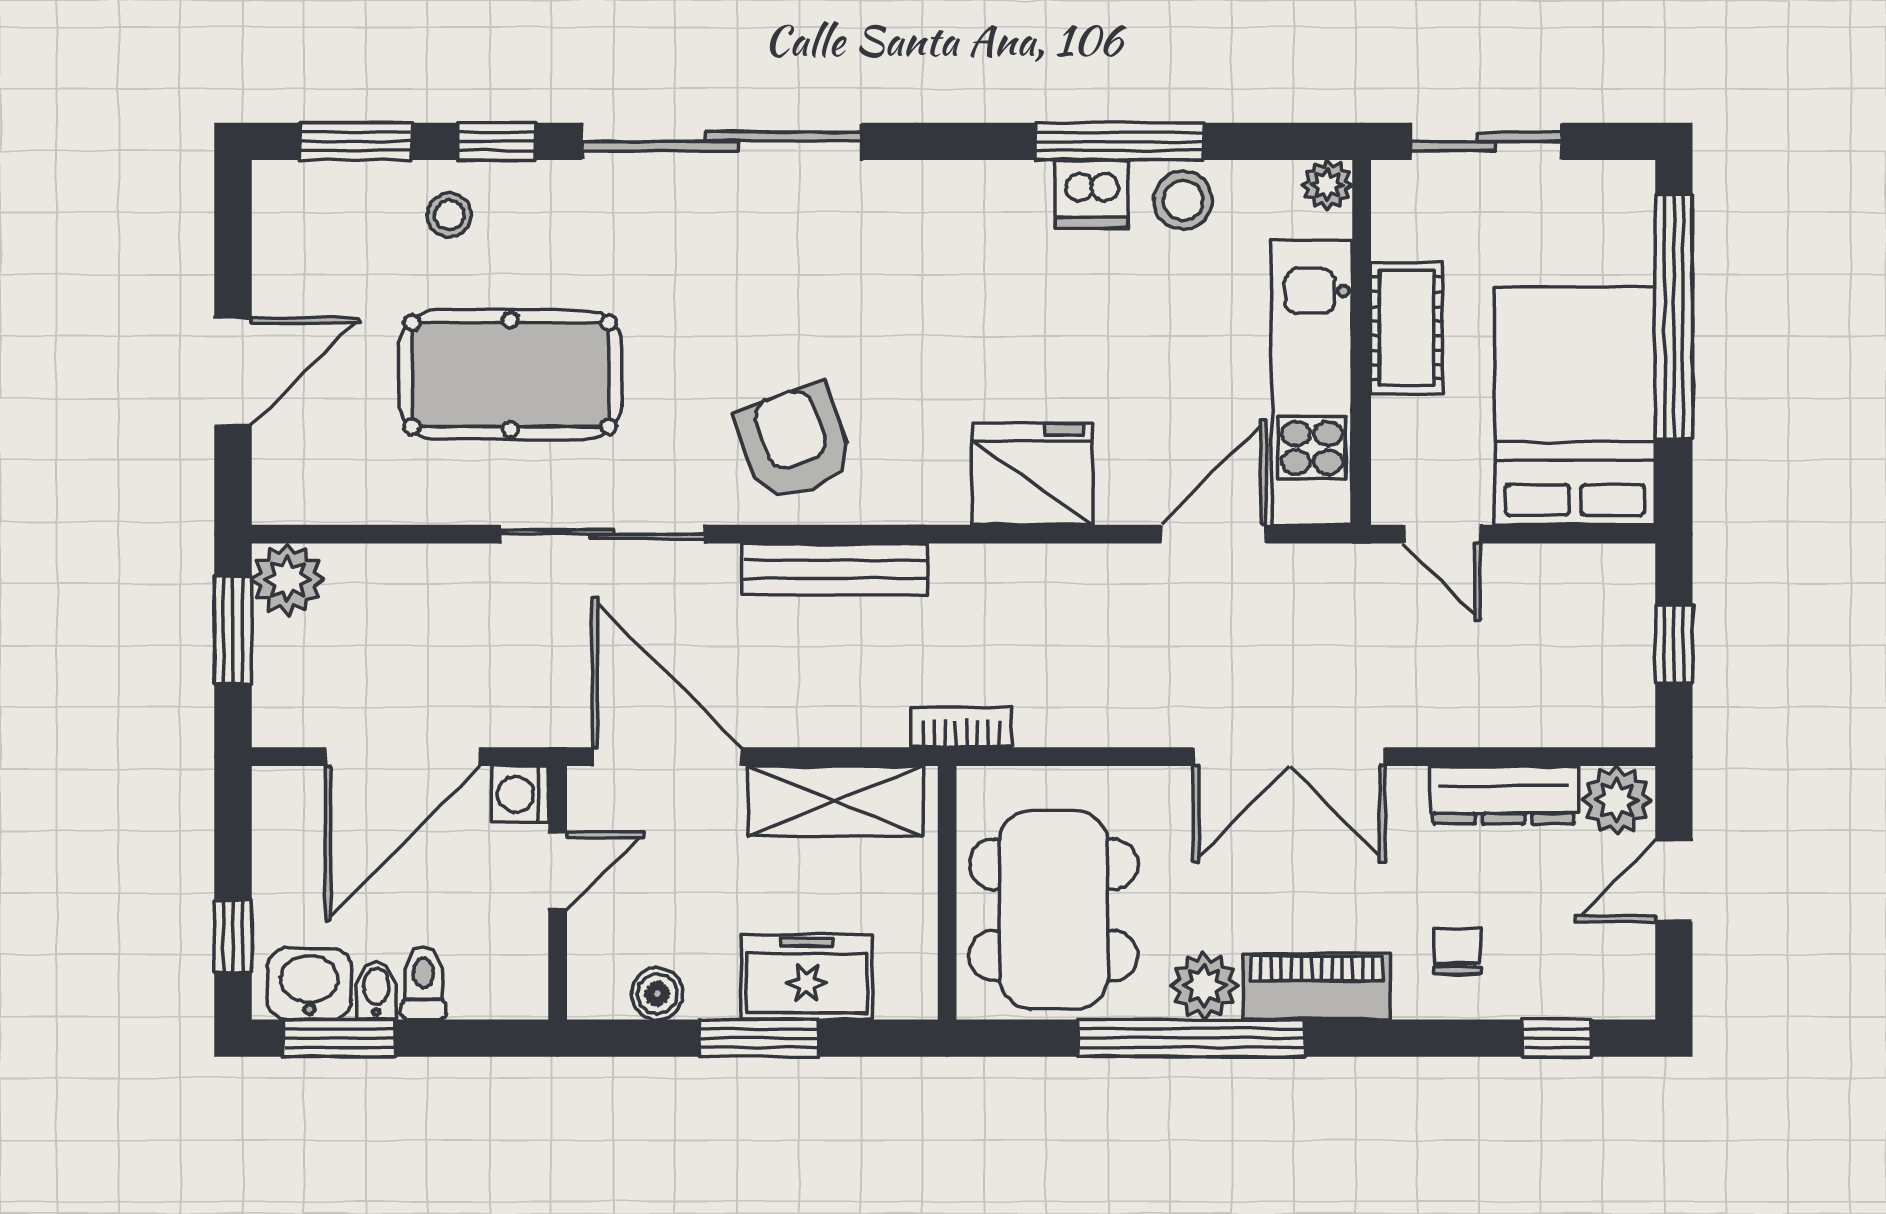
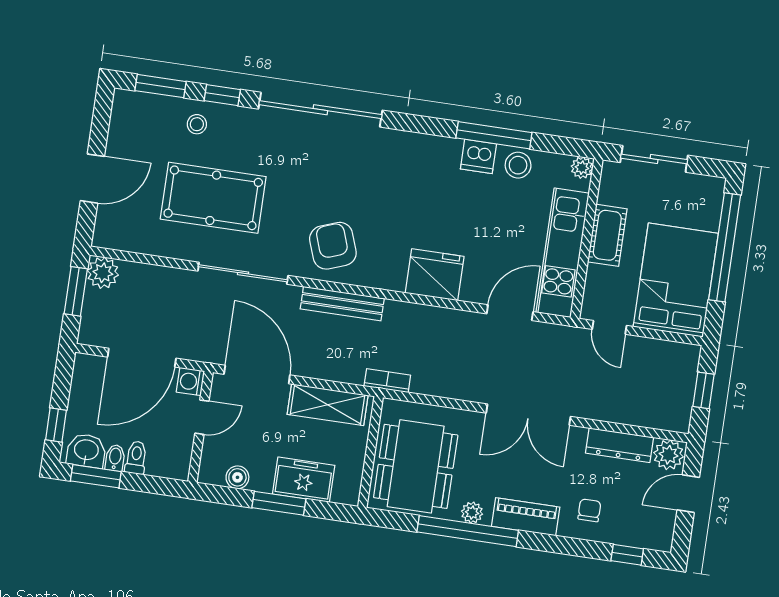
plant: (1204, 986) -> (472, 513), width x0.73, depth x0.73

